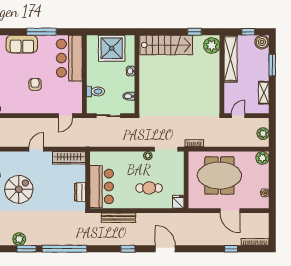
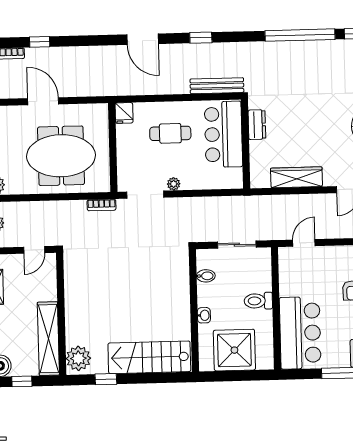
toilet: (96, 91) -> (258, 301), moved
wall: (88, 180) -> (246, 144), moved
bar counter: (102, 187) -> (223, 134), moved
dresser: (80, 192) -> (257, 125), moved

